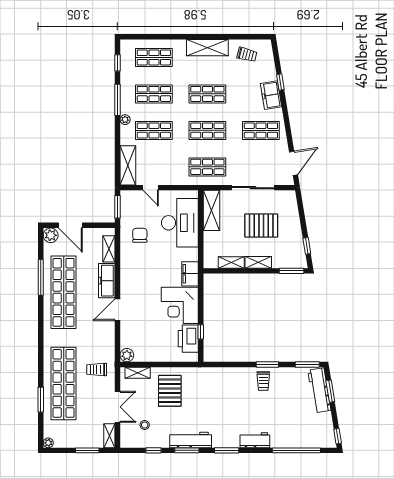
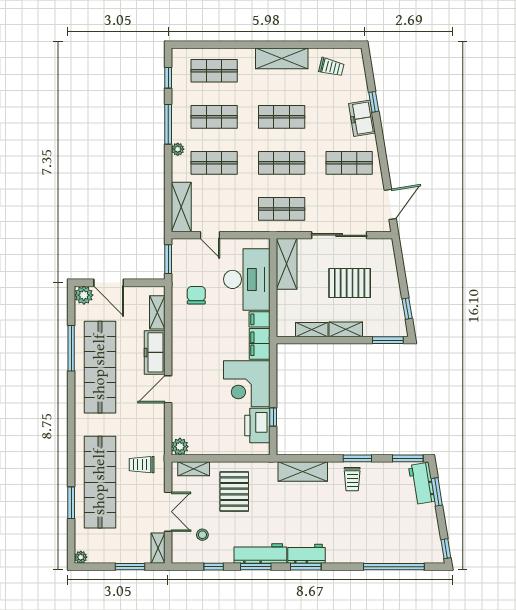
filing cabinet: (190, 254) -> (260, 319), added
shelving: (224, 375) -> (303, 472), added
workbench: (319, 390) -> (422, 483), width x0.73
workbench: (255, 440) -> (307, 554), moved

